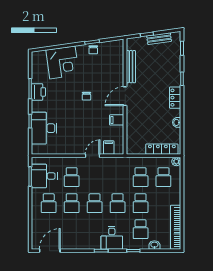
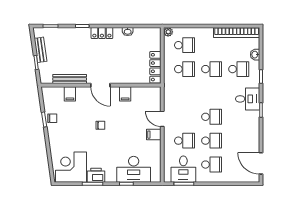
corner desk: (62, 62) -> (71, 167), moved, turned -82
filing cabinet: (117, 67) -> (70, 94), added
filing cabinet: (109, 148) -> (154, 135), moved
locker: (162, 149) -> (155, 67), moved
school desk: (118, 203) -> (212, 93), removed

